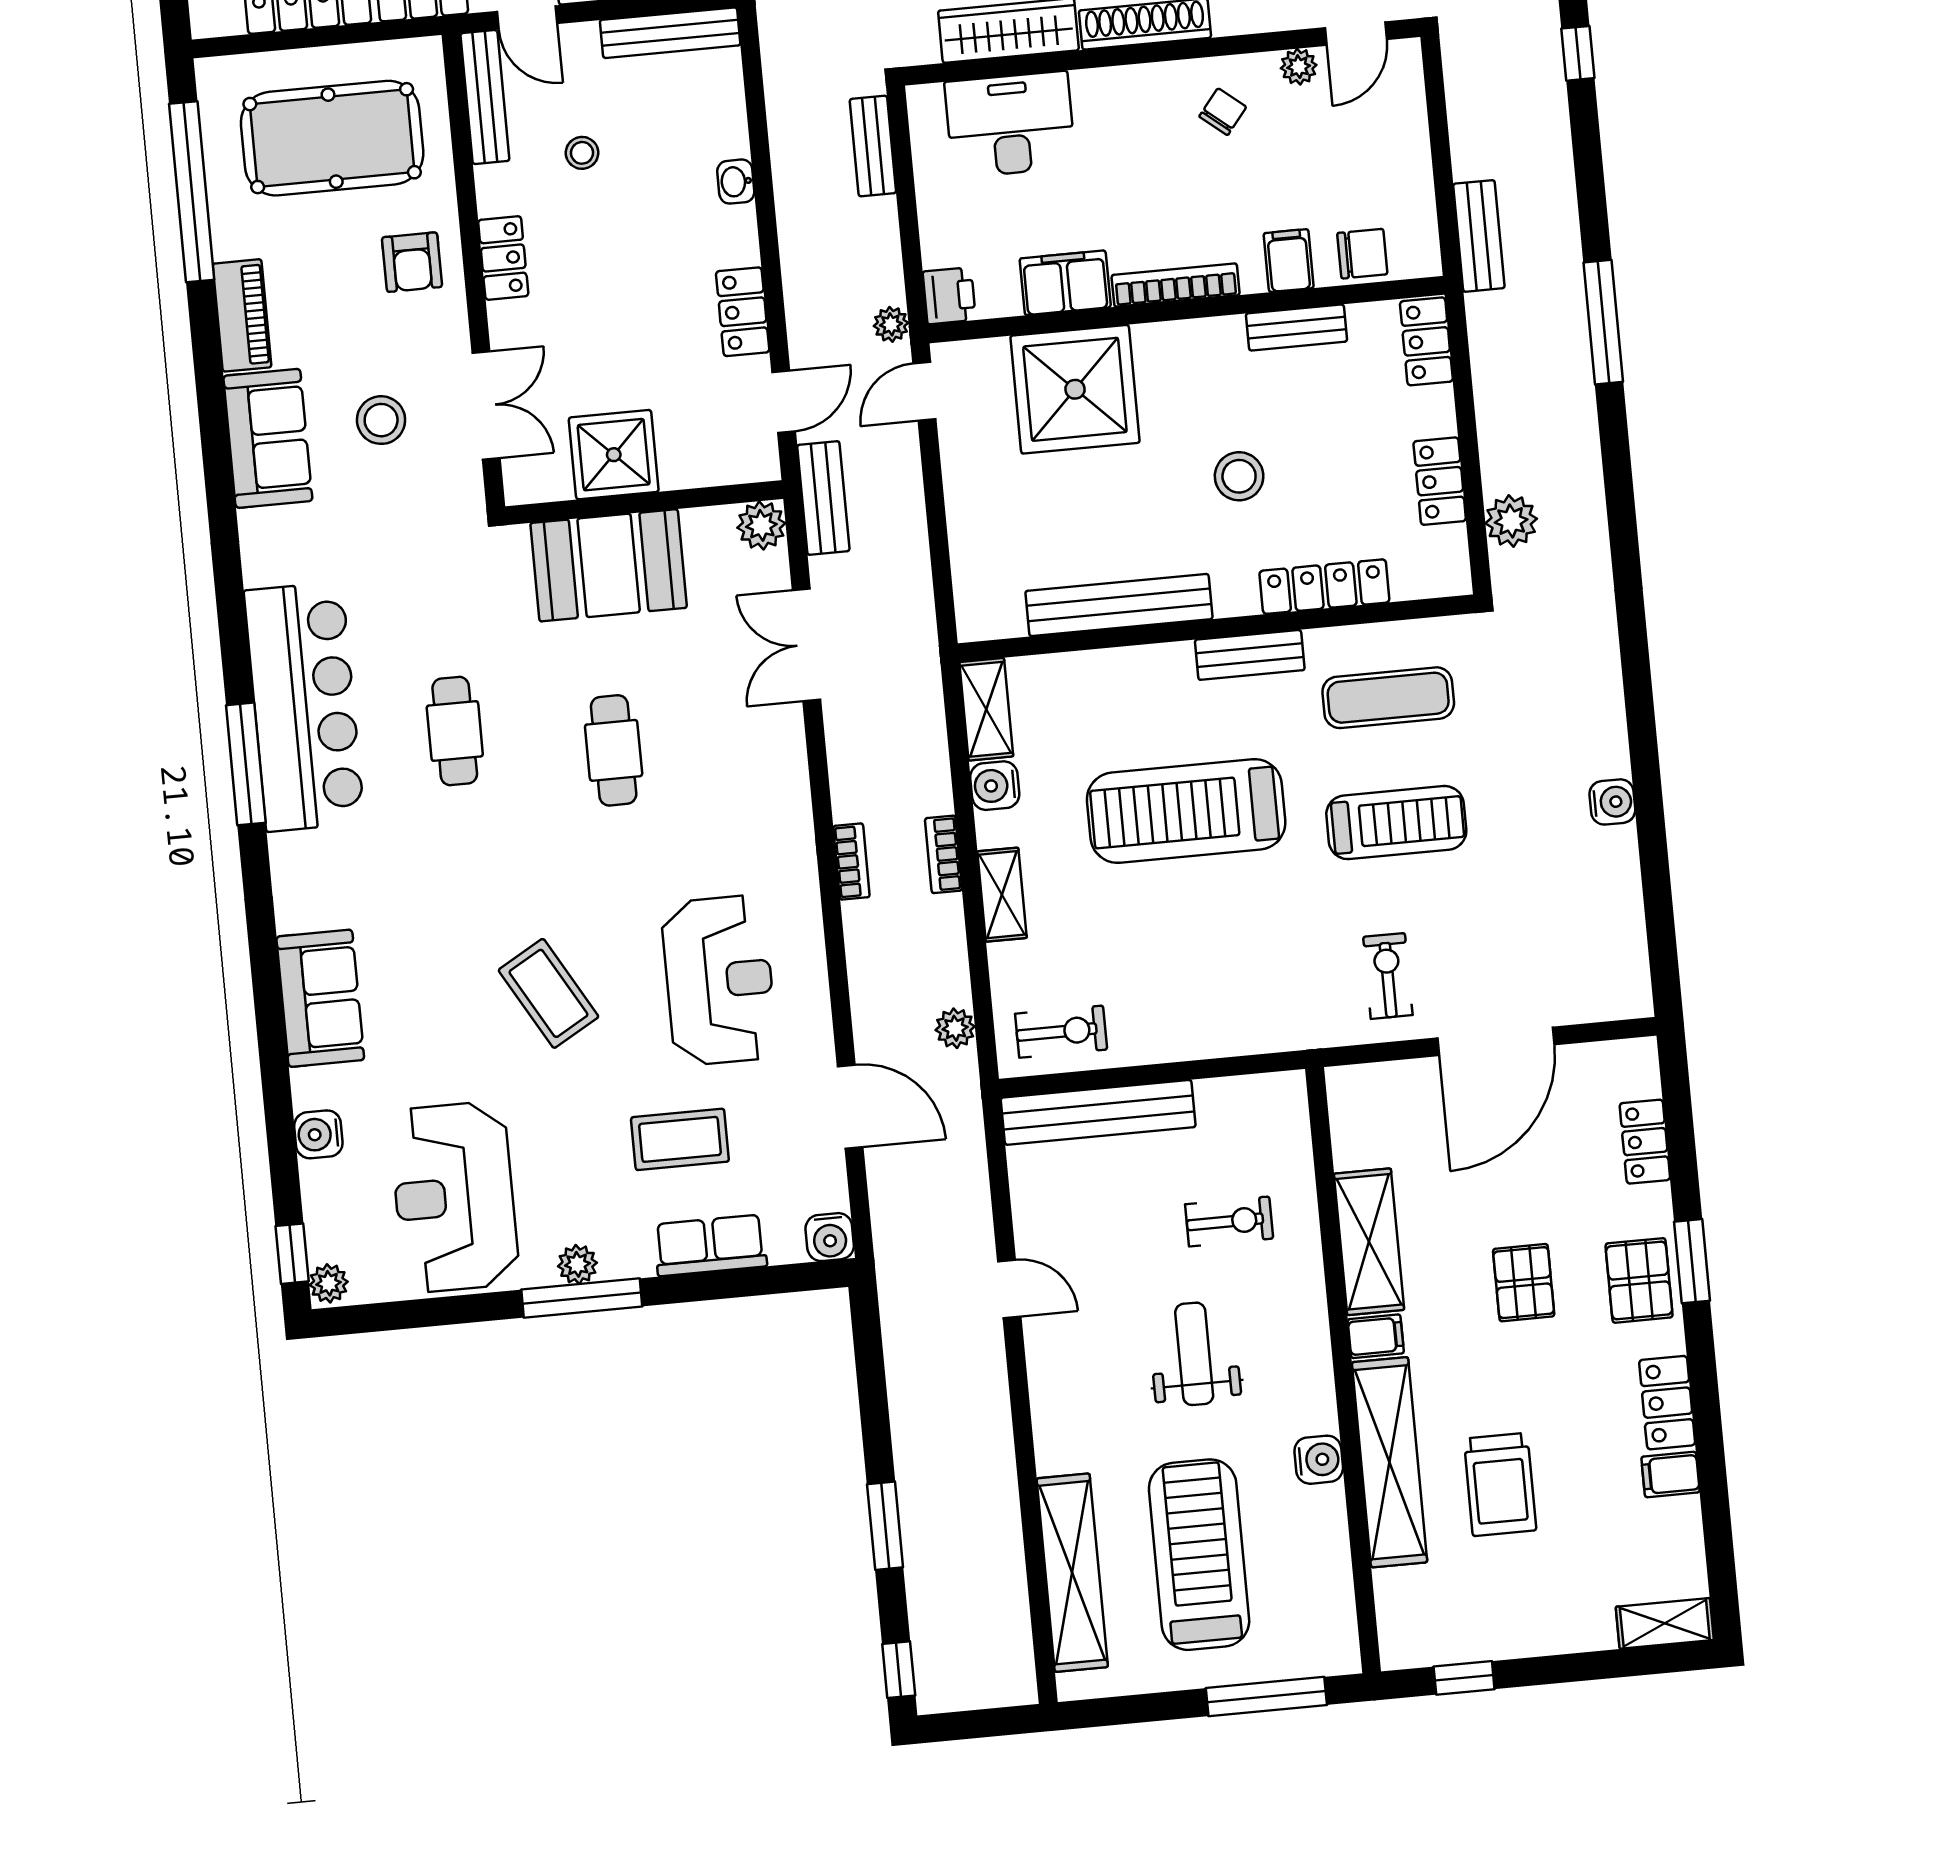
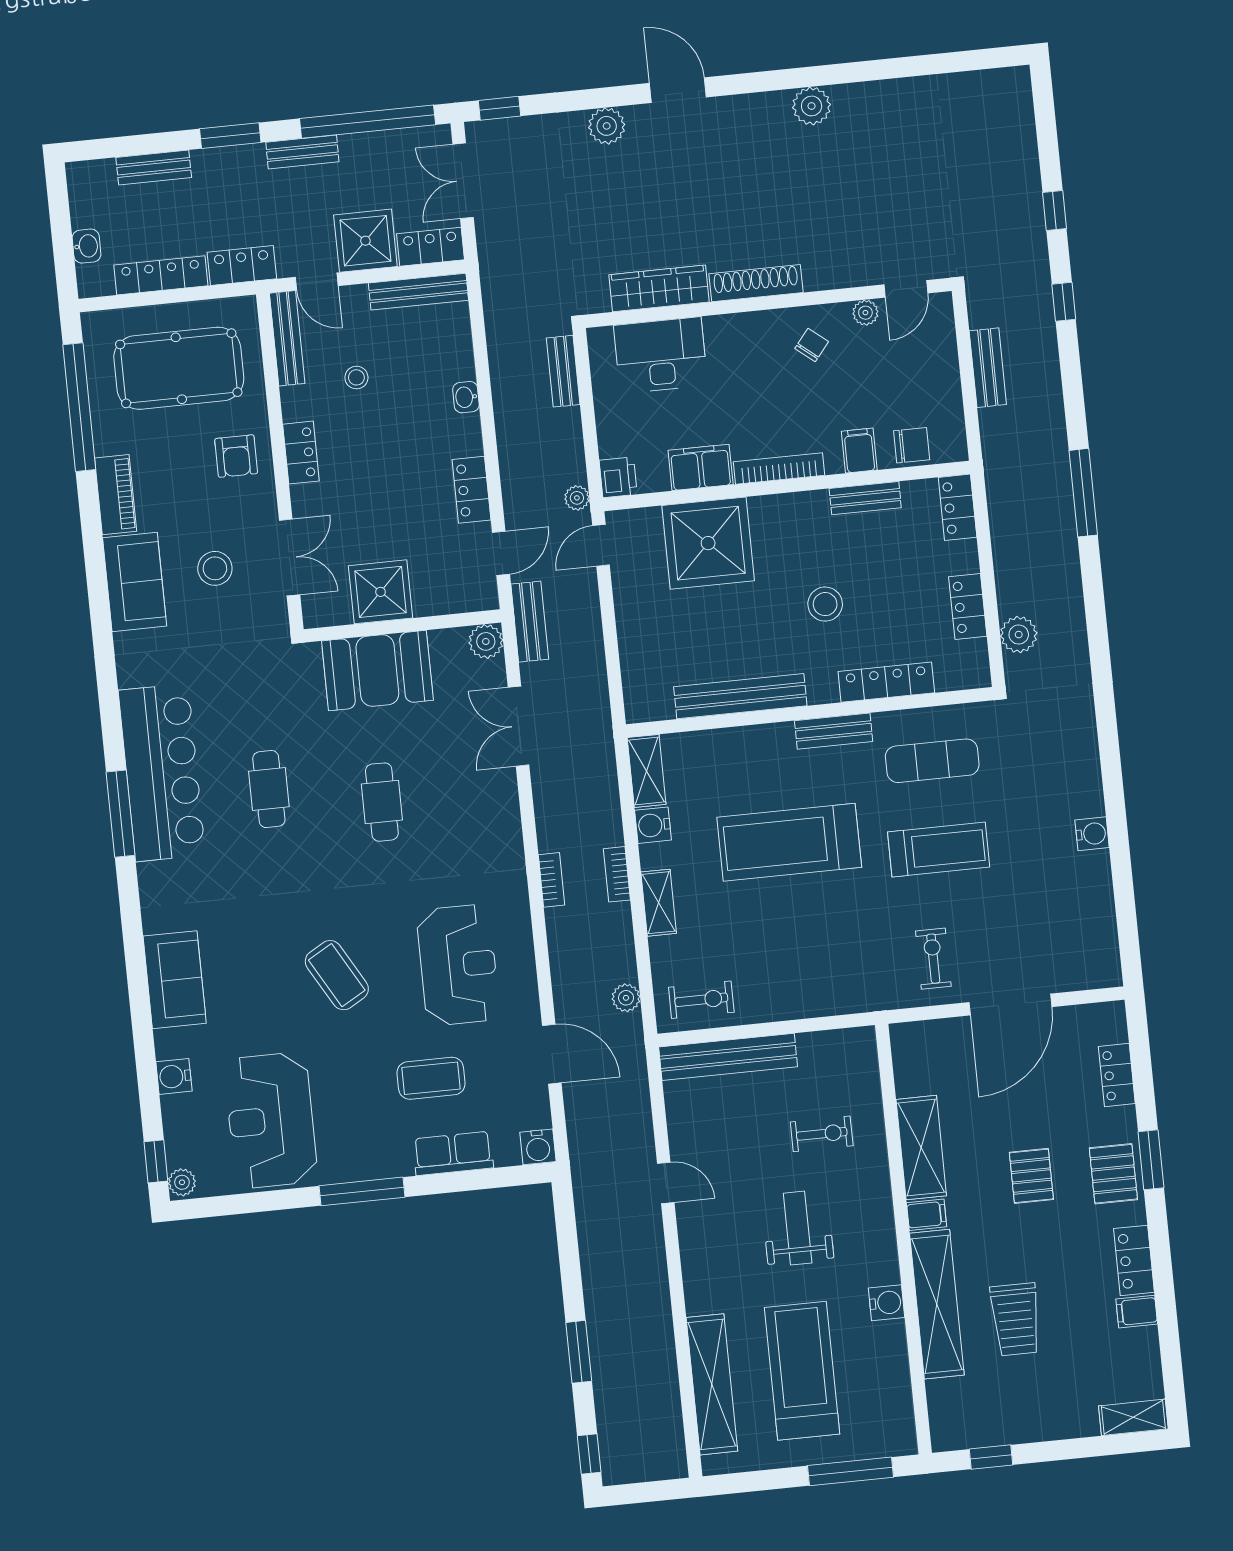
bench: (1479, 236) -> (988, 368), moved
plant: (577, 1264) -> (359, 1168), removed

